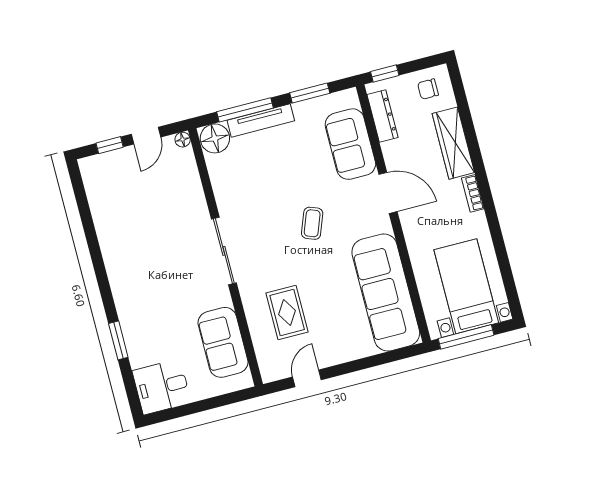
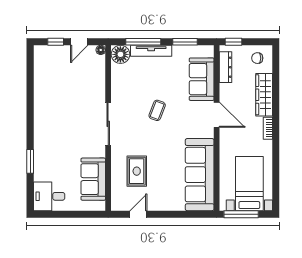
coffee table: (312, 223) -> (157, 110), moved

